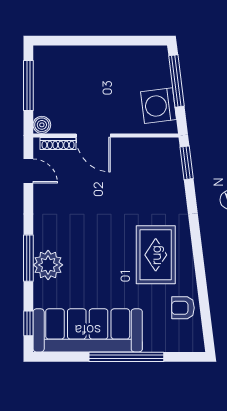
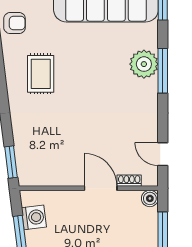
washing machine: (159, 106) -> (34, 217), width x0.73, depth x0.73
shoe rack: (58, 143) -> (129, 181), width x0.70
rug: (156, 255) -> (41, 74), width x0.73, depth x0.70

